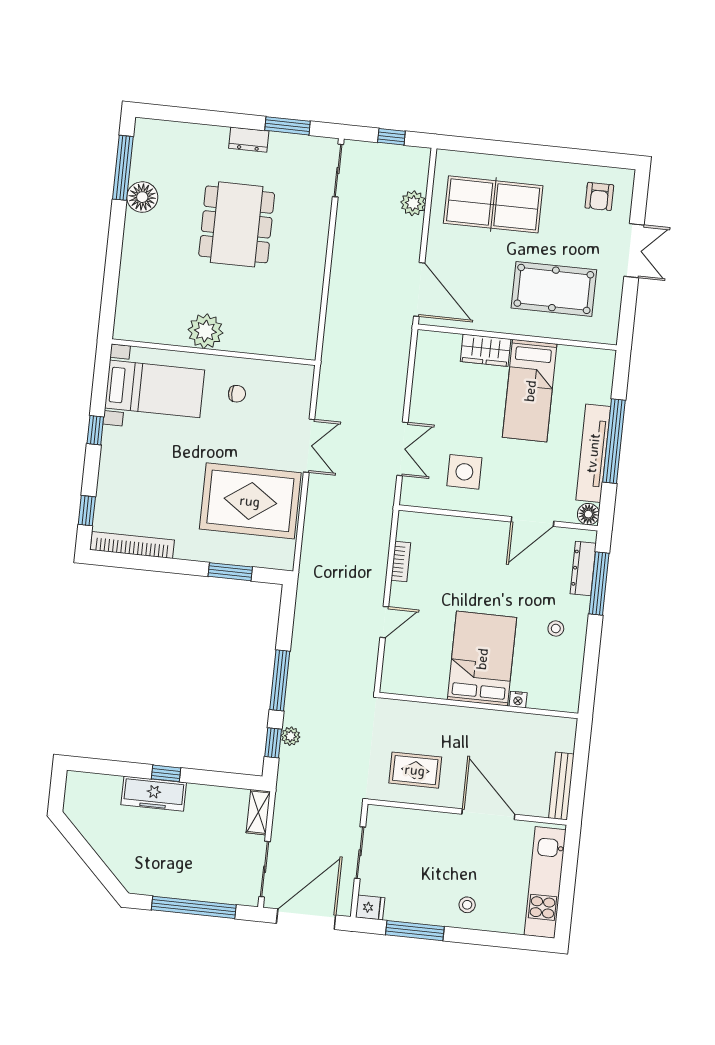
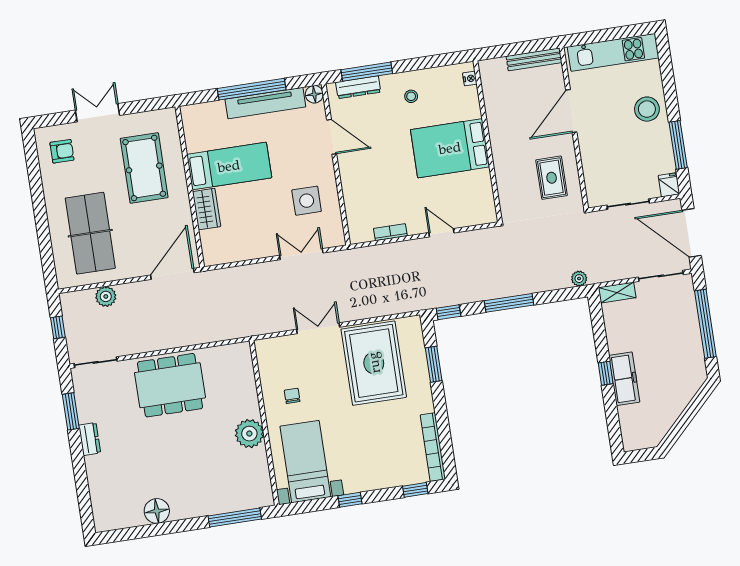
window: (123, 168) -> (235, 517), moved
dining table: (237, 224) -> (170, 385), moved
nightstand: (518, 700) -> (470, 78), moved
plant: (291, 736) -> (579, 279), moved
window: (273, 743) -> (449, 312), moved
stool: (467, 905) -> (647, 109), width x1.89, depth x1.89

